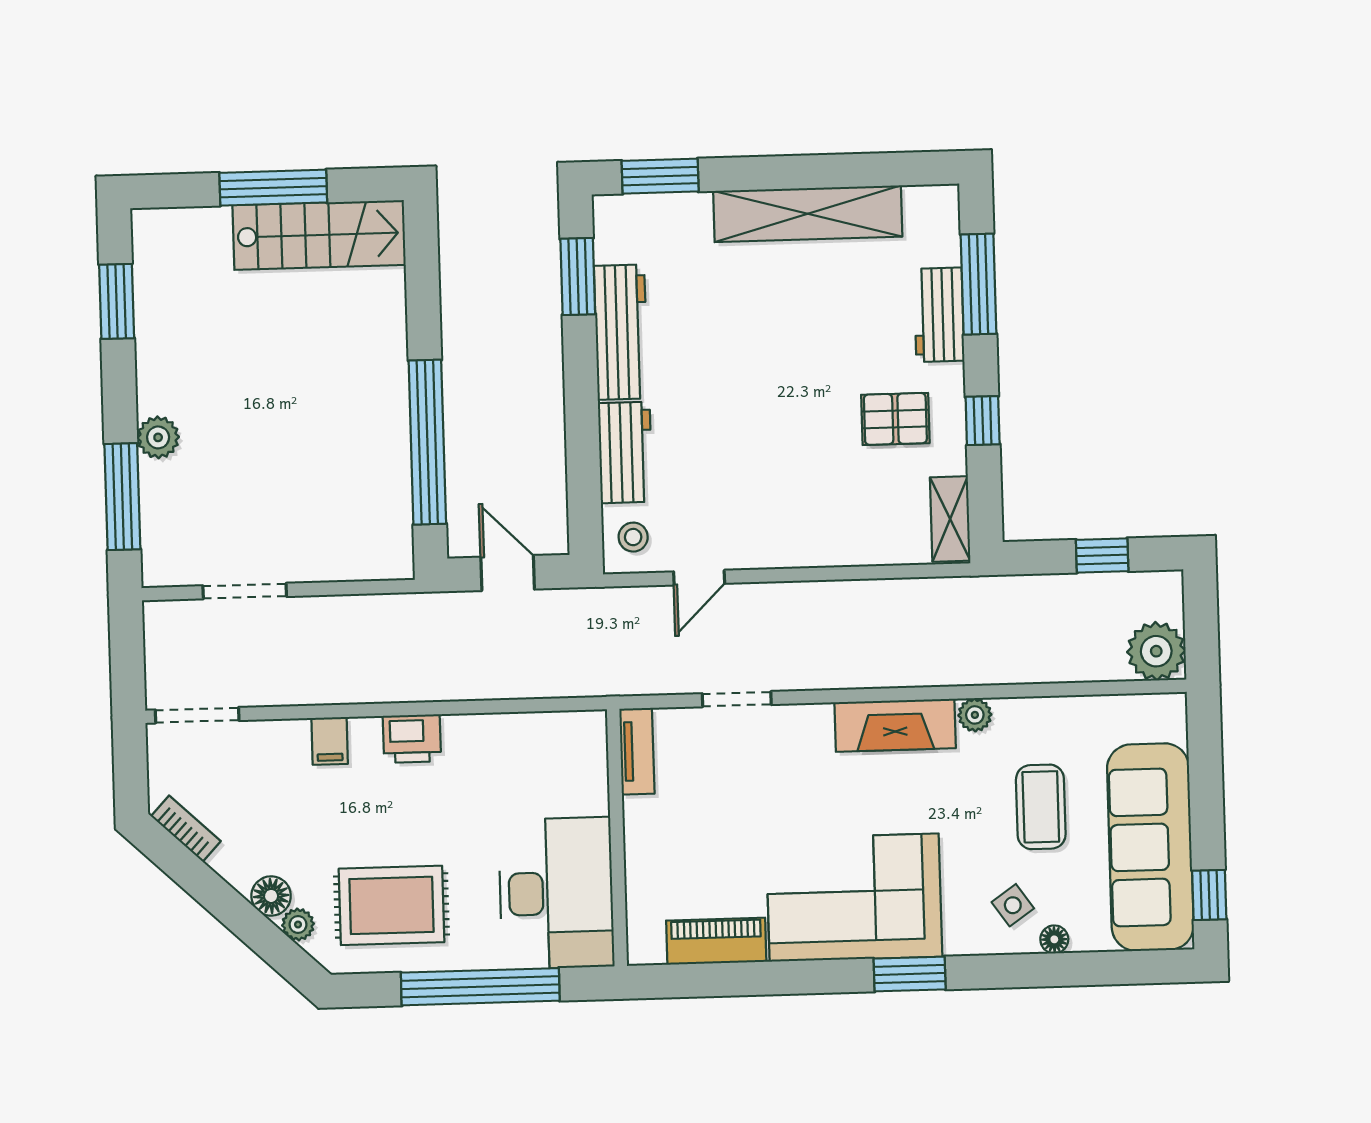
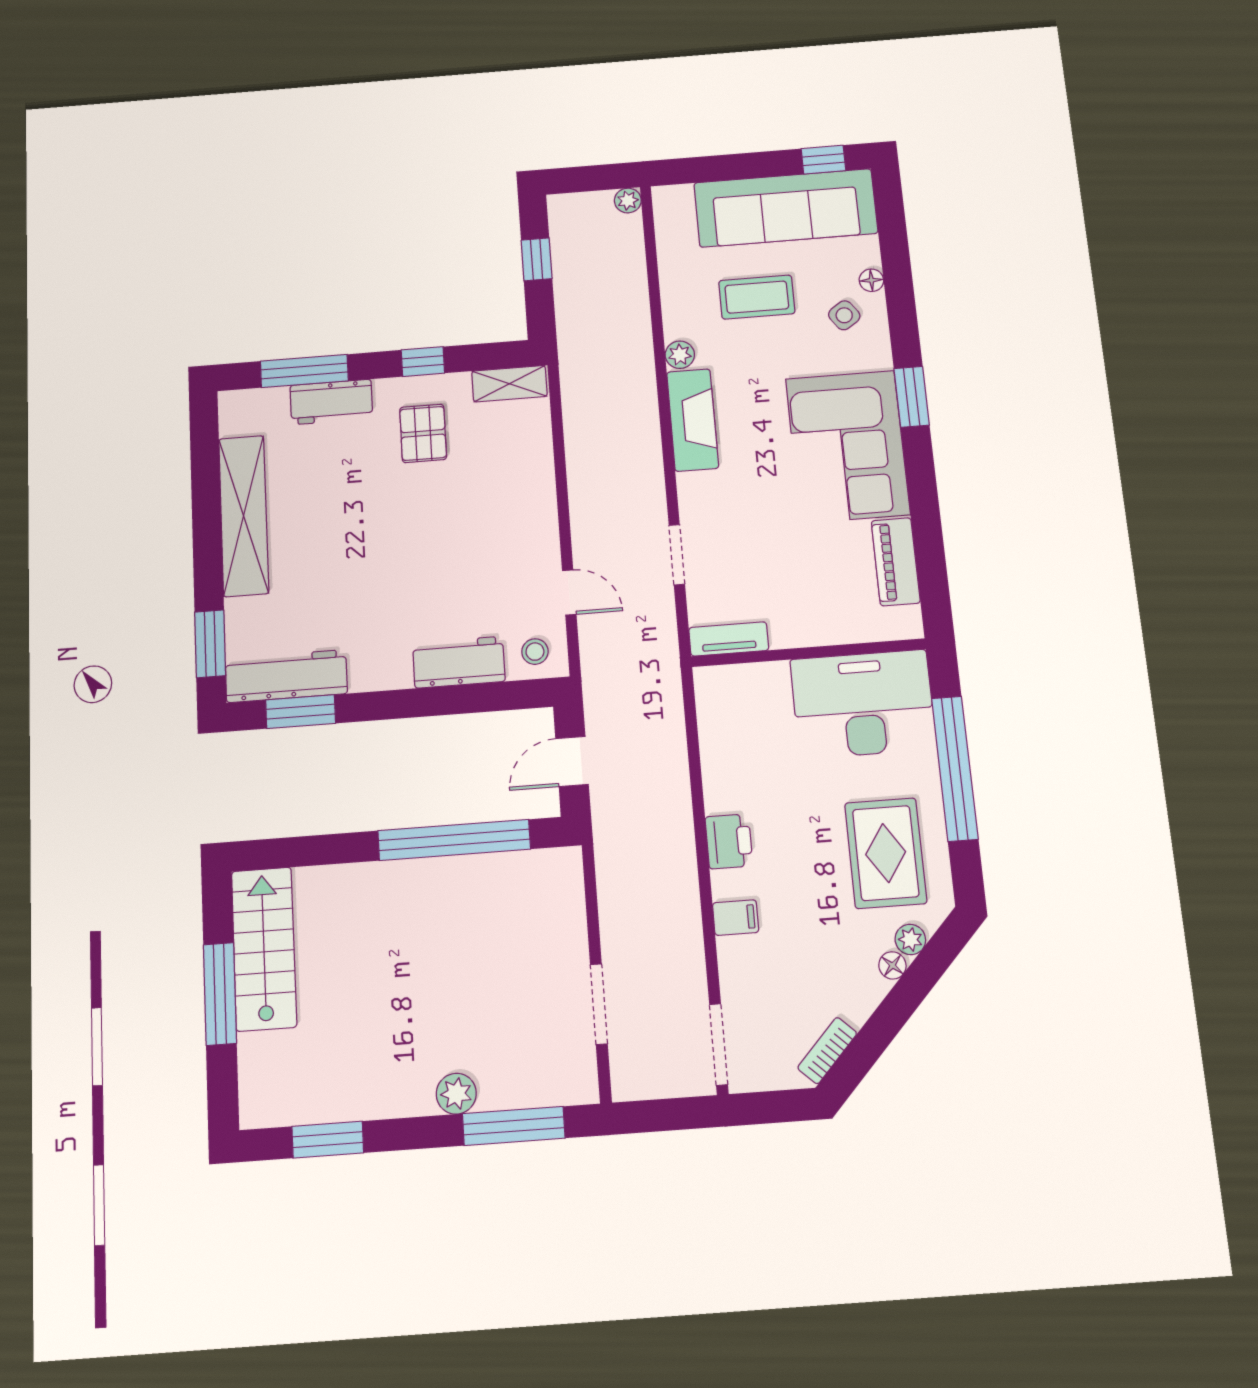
workbench: (621, 332) -> (286, 676), moved
plant: (1156, 651) -> (628, 201), width x0.53, depth x0.53
floor lamp: (271, 896) -> (892, 965), width x0.73, depth x0.73

